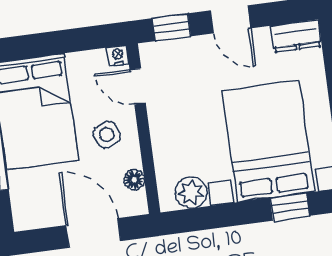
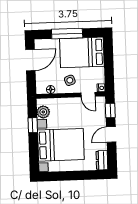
door: (138, 86) -> (88, 95), swing flipped
window: (290, 207) -> (33, 125), moved
door: (93, 233) -> (30, 60), moved

